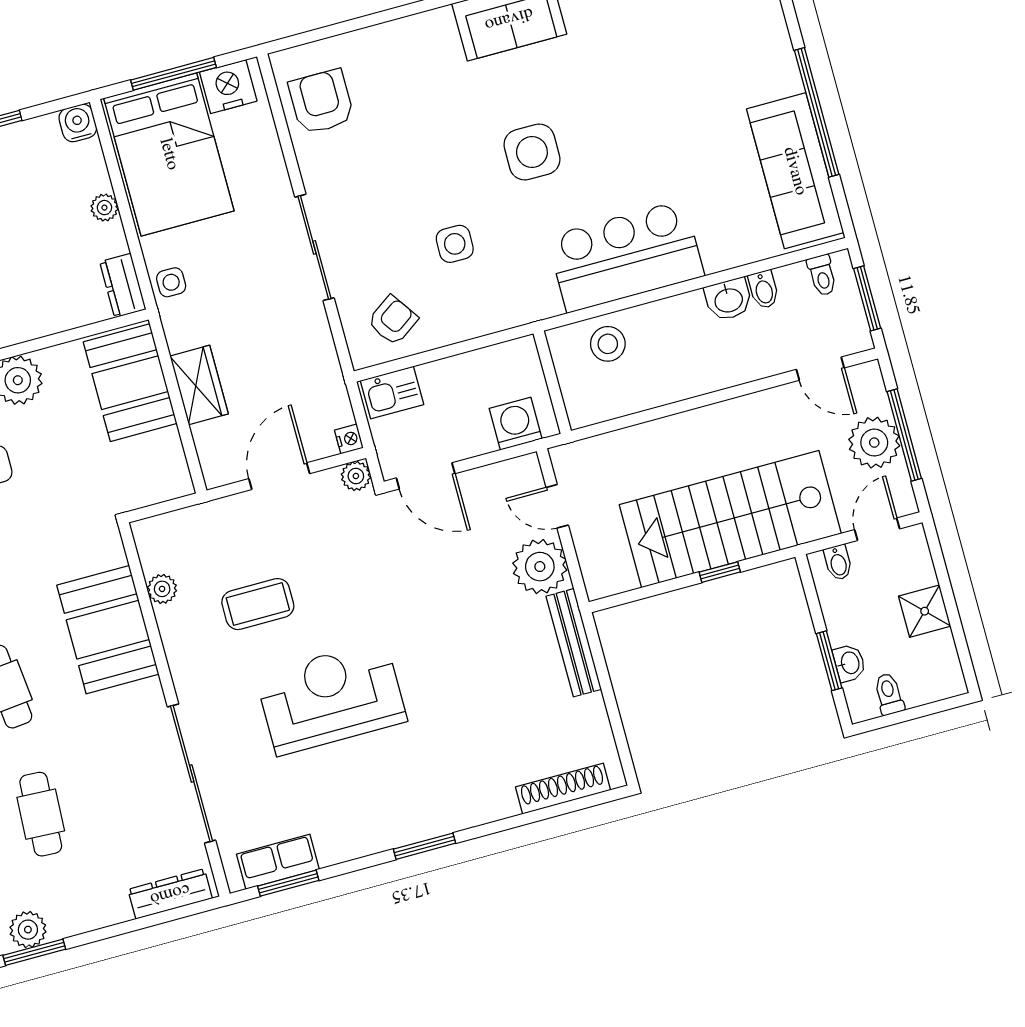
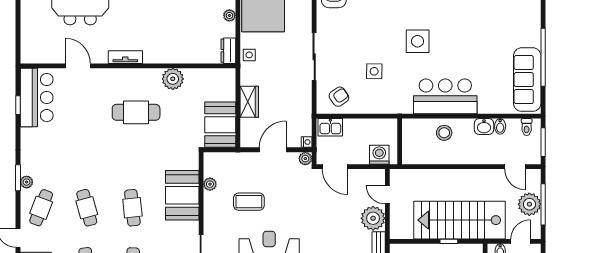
stool: (608, 344) -> (444, 133), moved
booth: (130, 383) -> (220, 125), moved

